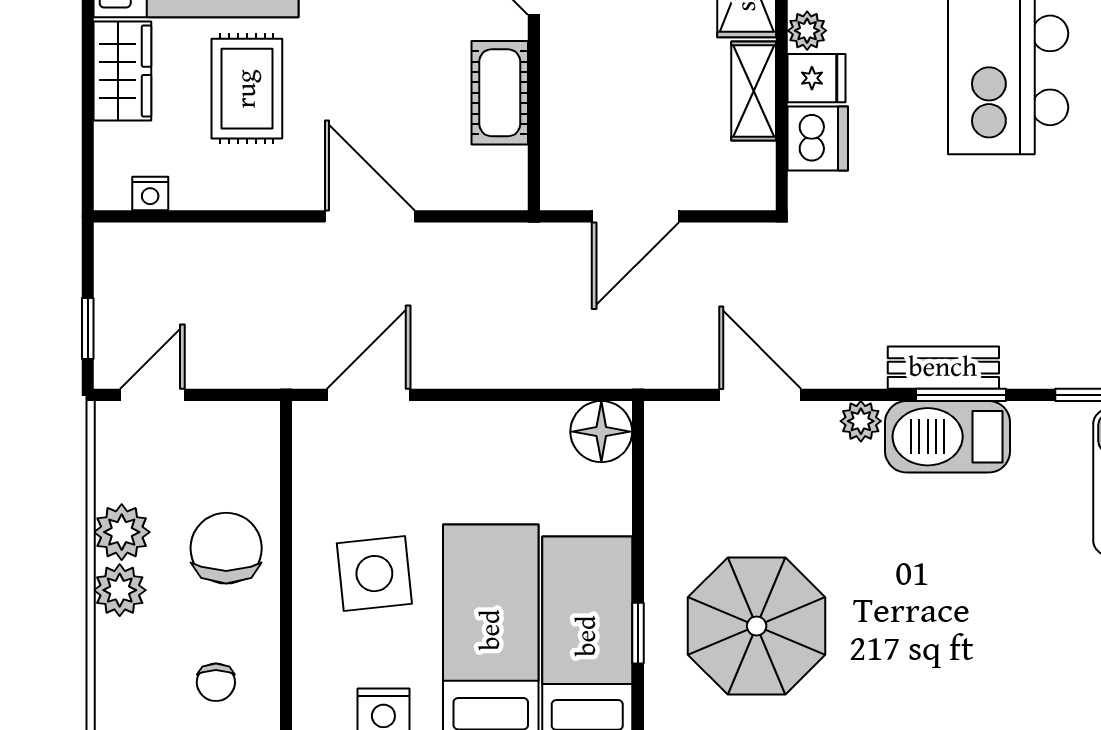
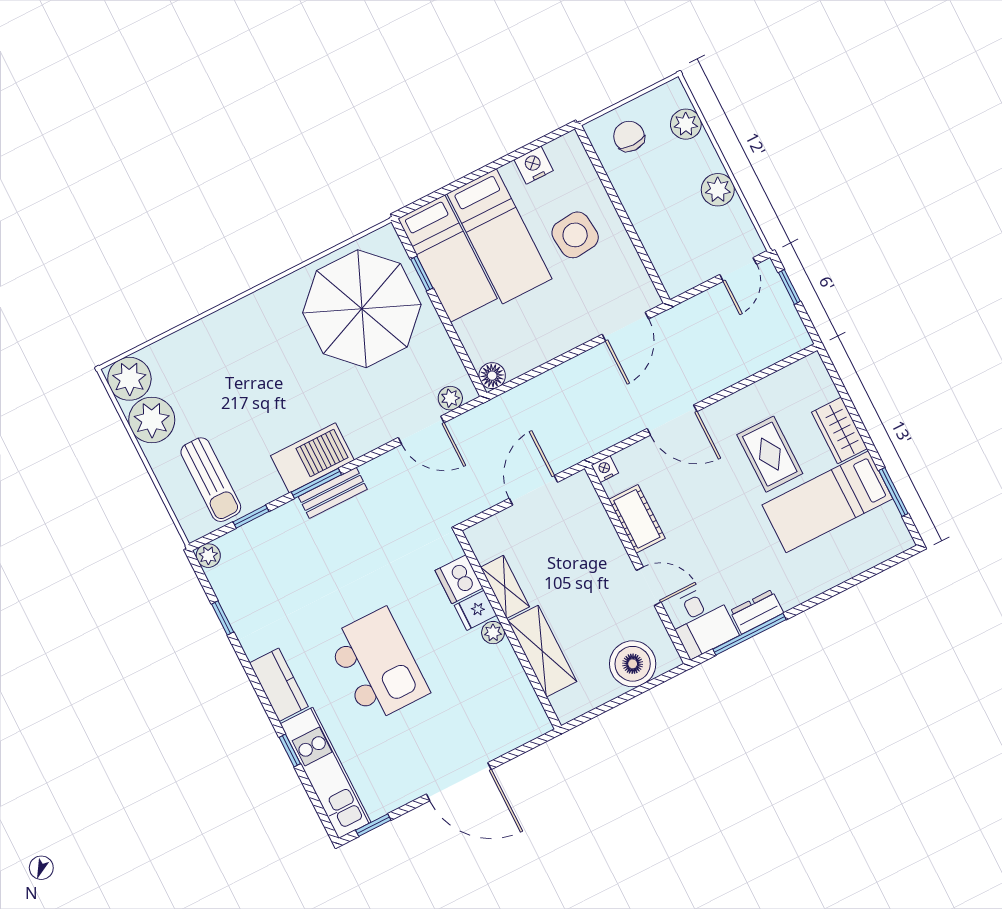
nightstand: (150, 193) -> (605, 469), moved
plant: (861, 421) -> (450, 398), moved
floor lamp: (601, 432) -> (492, 376), width x0.73, depth x0.73
chair: (226, 548) -> (659, 209), removed
plant: (120, 590) -> (686, 124), moved
parasol: (757, 626) -> (362, 309), width x1.36, depth x1.36
chair: (216, 682) -> (629, 136), width x1.37, depth x1.37

